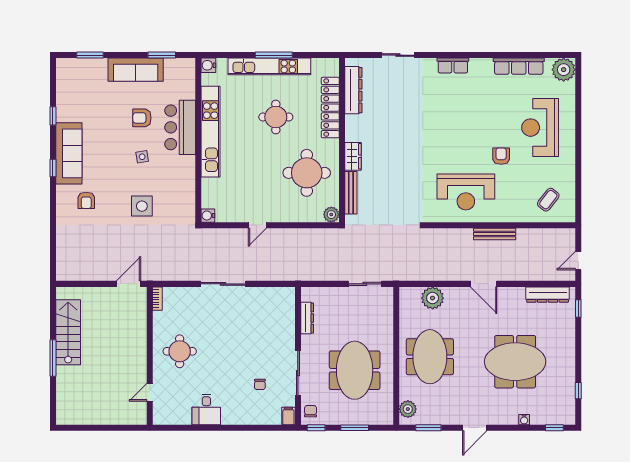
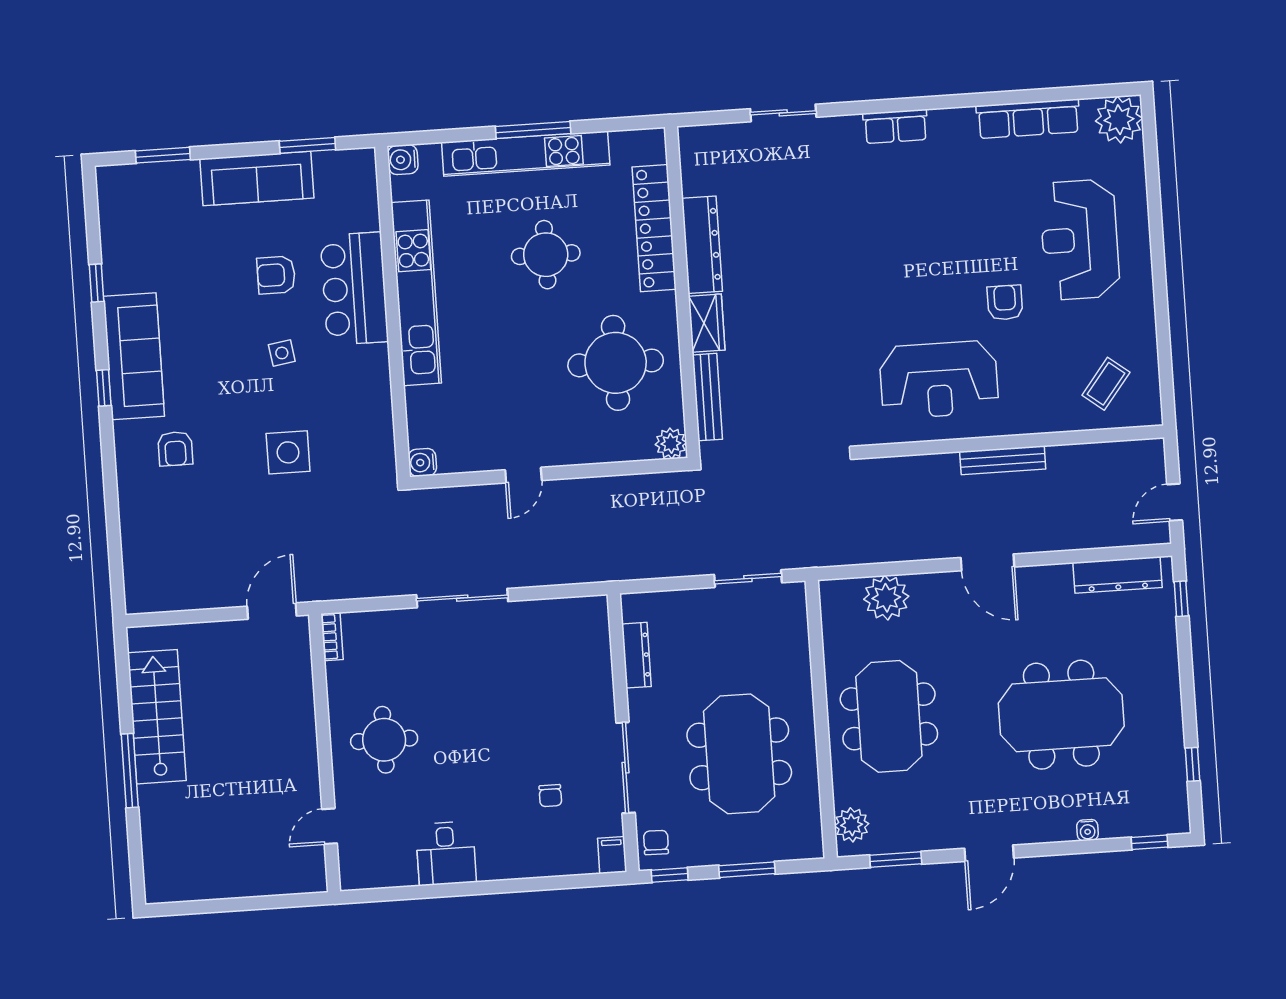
dresser: (353, 90) -> (702, 245), moved

